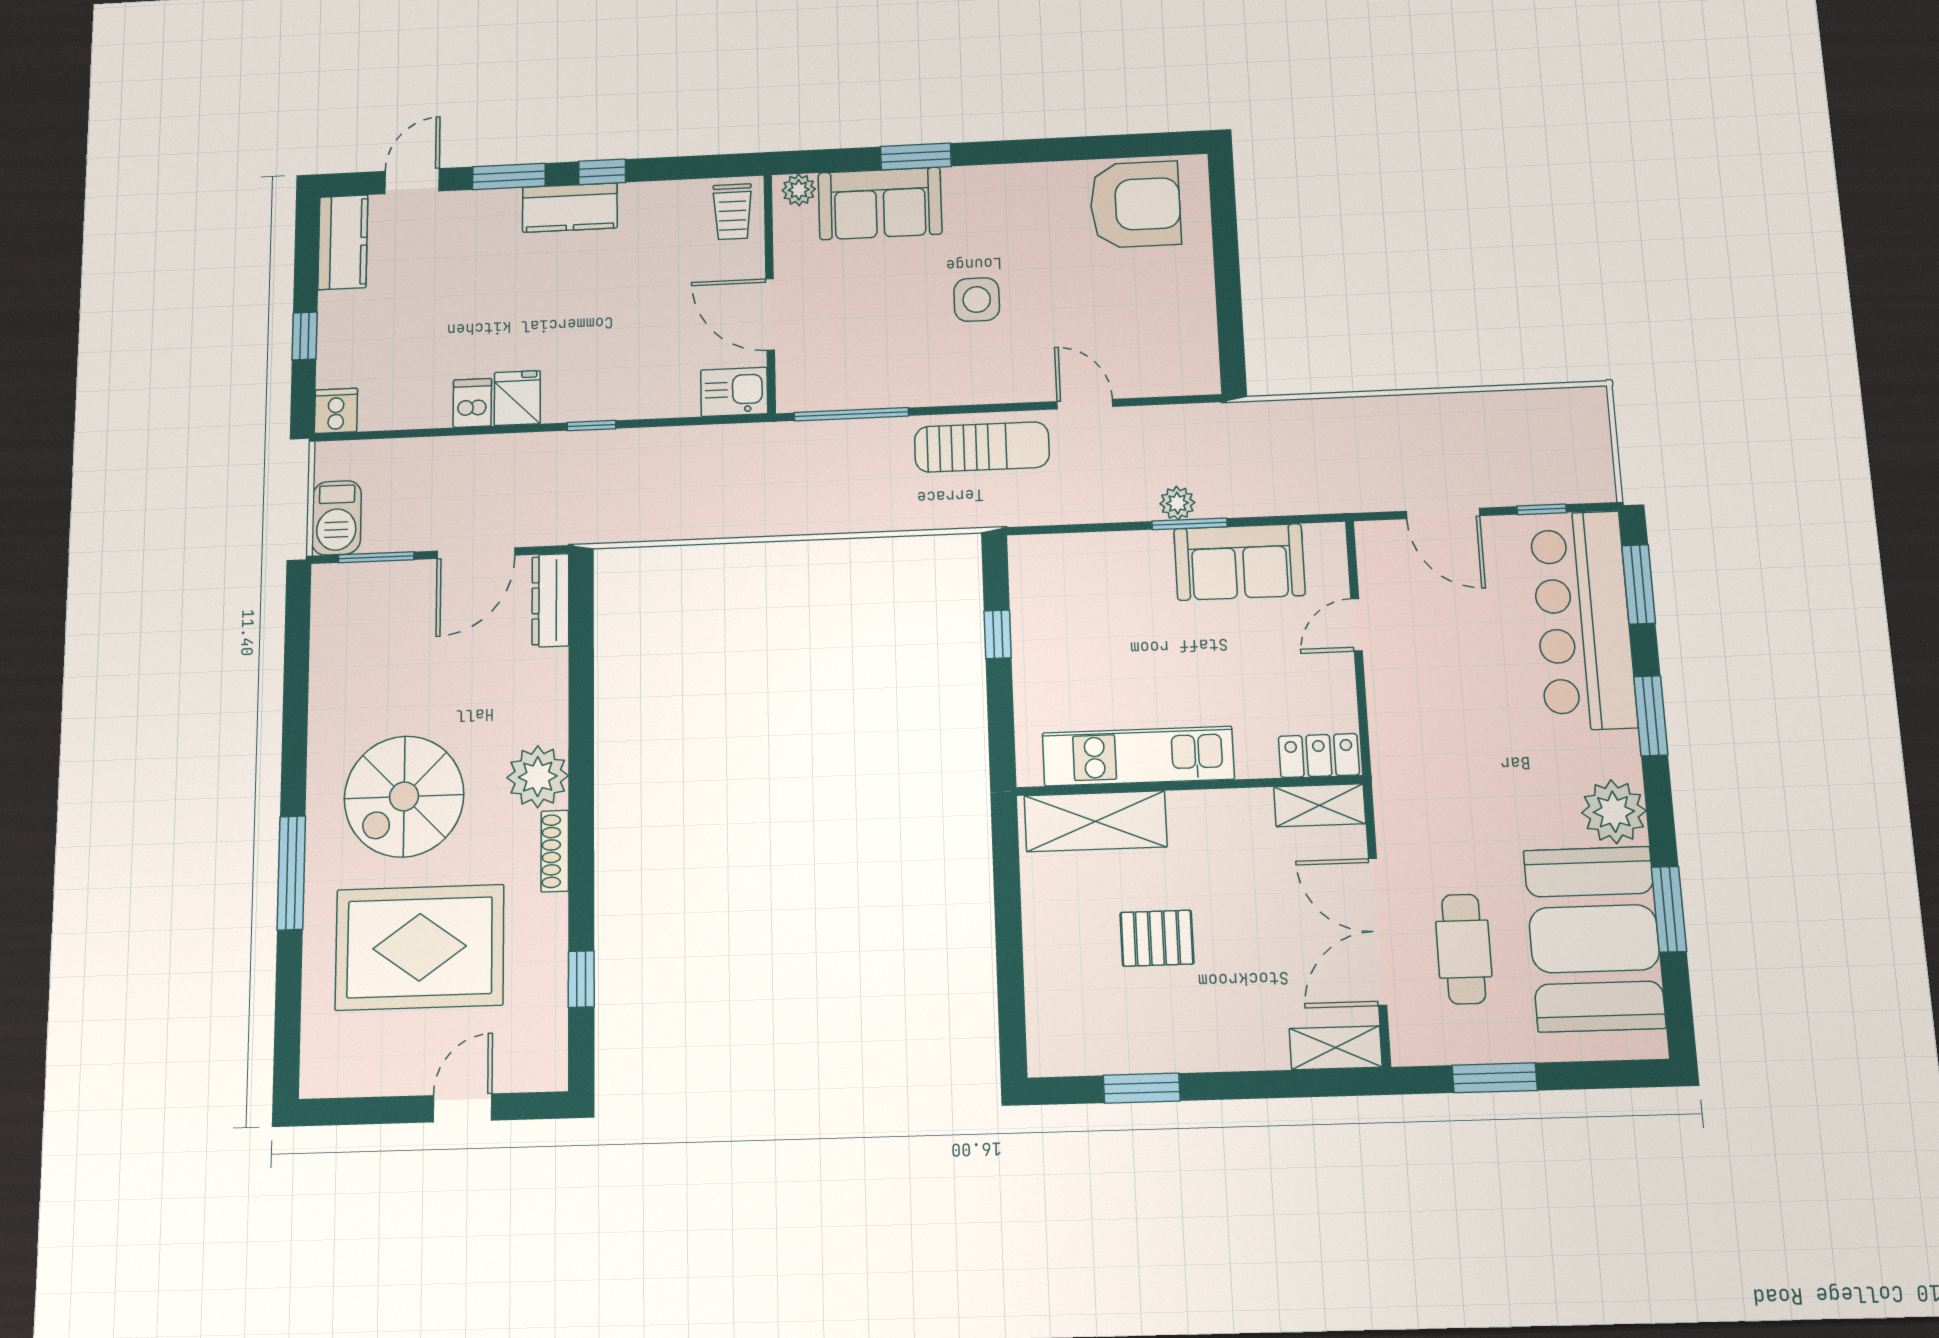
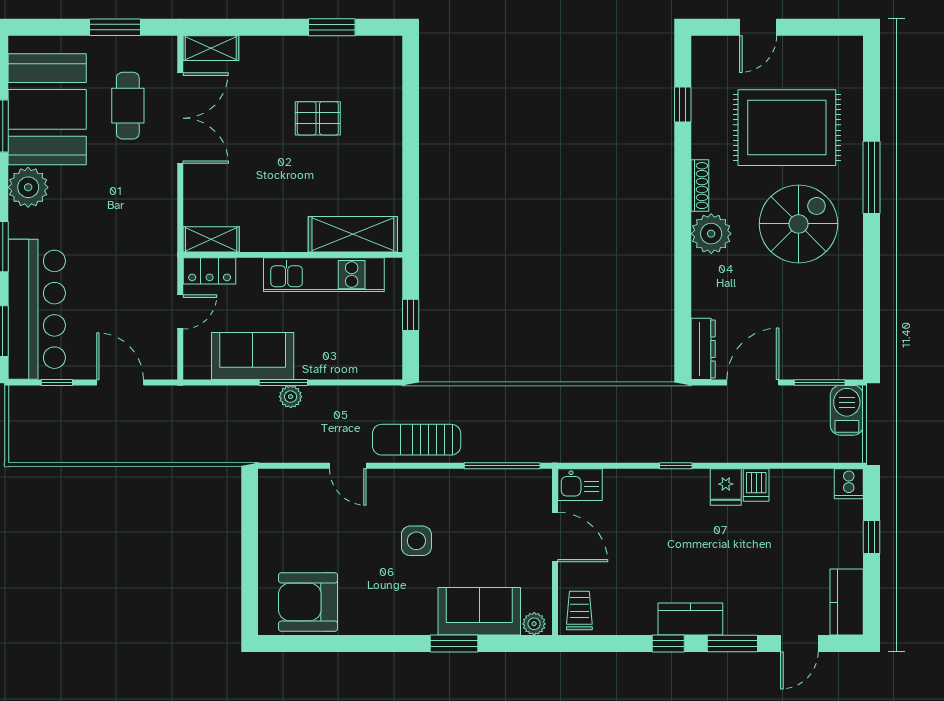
locker: (1319, 755) -> (210, 271), moved
kitchen unit: (1138, 756) -> (324, 275), moved
wall: (1189, 785) -> (293, 255), moved
shelving: (1320, 805) -> (211, 239), moved
shelving: (1096, 821) -> (353, 234), moved

